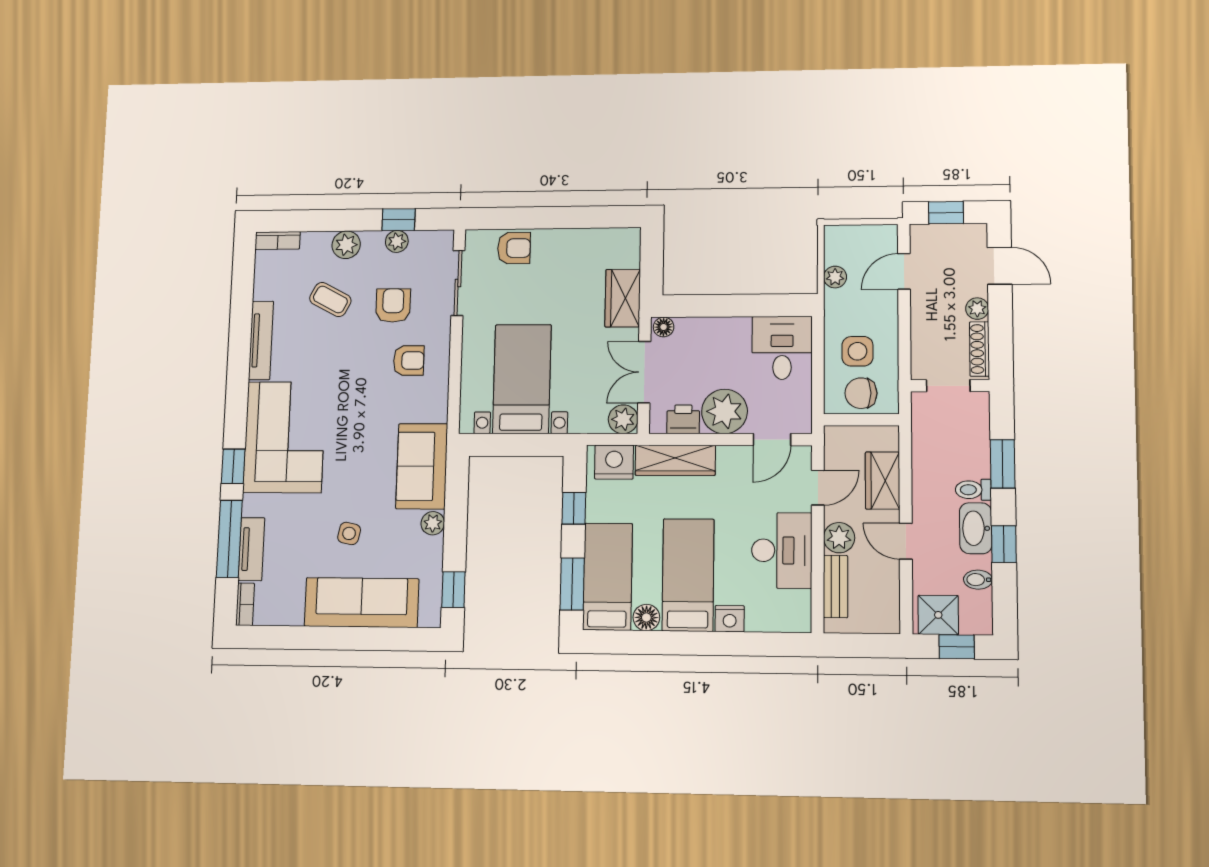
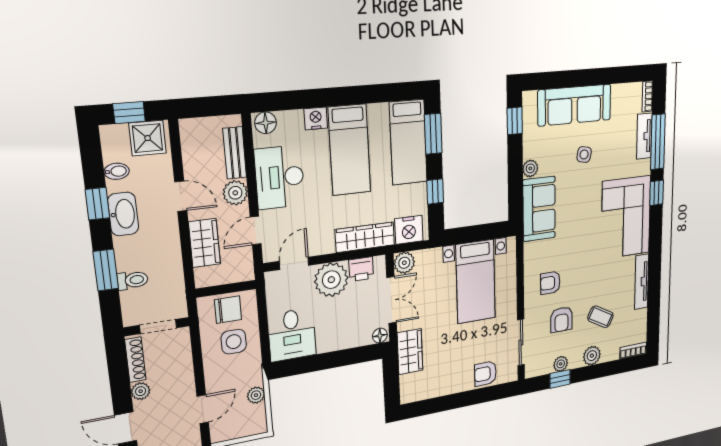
toilet: (973, 490) -> (133, 280), moved
floor lamp: (646, 617) -> (266, 123), moved

